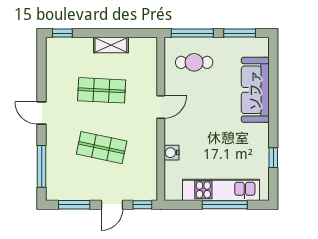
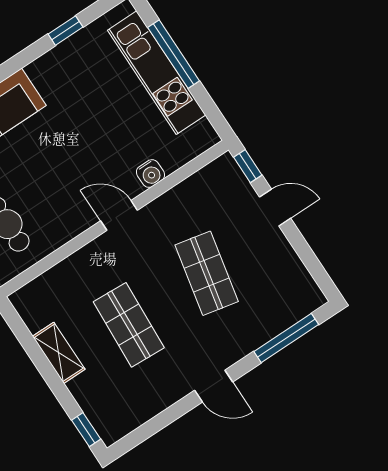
door: (161, 107) -> (119, 215), moved
door: (42, 113) -> (214, 386), hinge flipped
window: (74, 205) -> (309, 259), removed

